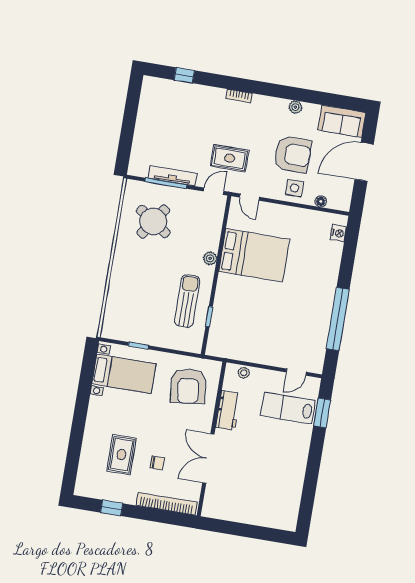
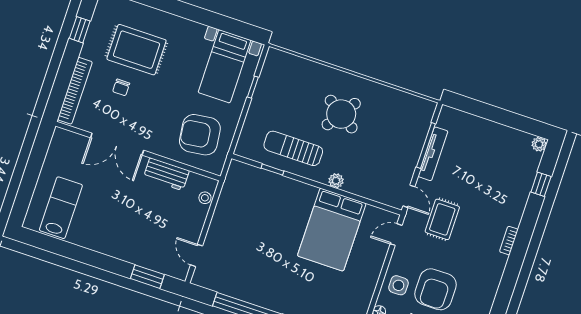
plant: (295, 107) -> (539, 144), moved
round table: (153, 222) -> (341, 114), moved
sun lounger: (187, 301) -> (293, 148), turned 180
lab bench: (288, 408) -> (61, 208), moved
rug: (121, 455) -> (137, 50), width x1.36, depth x1.43
double door: (208, 459) -> (117, 144), swing flipped

